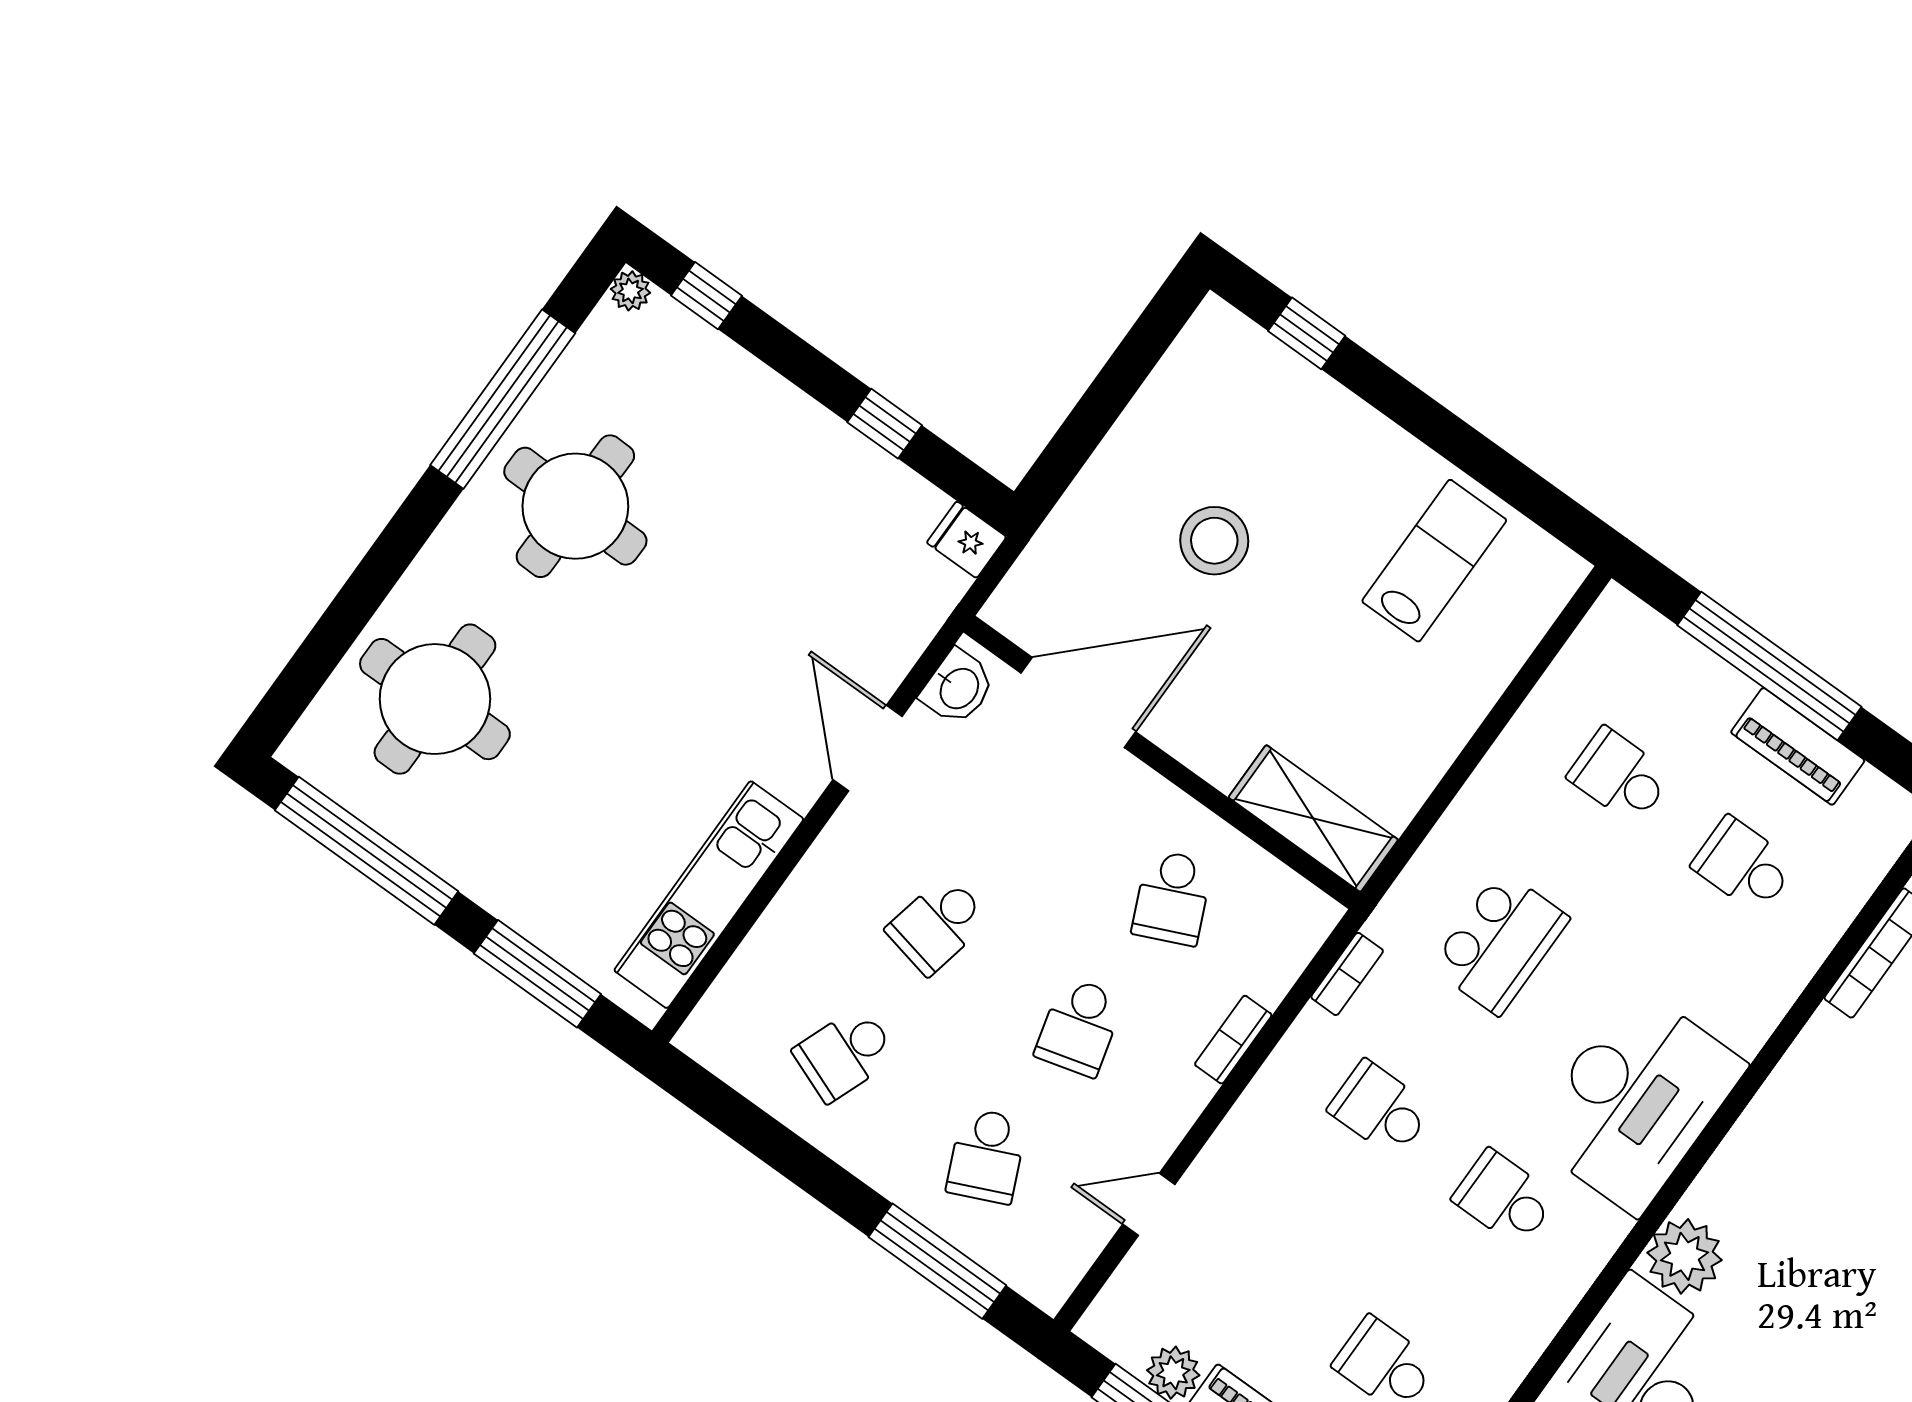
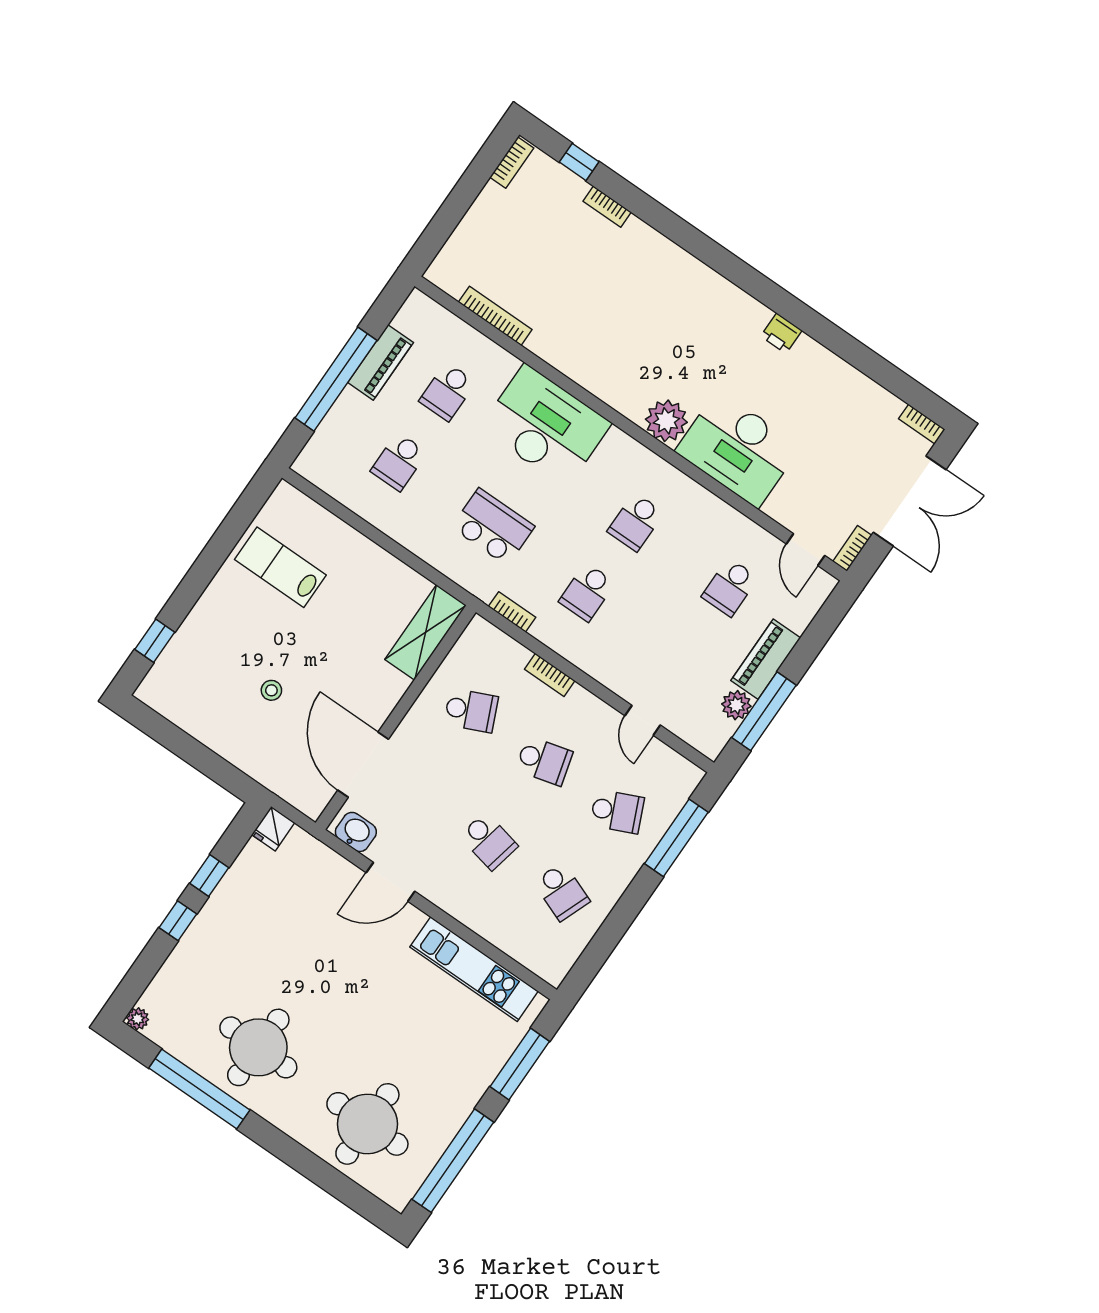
window: (707, 296) -> (178, 921), moved
stool: (1214, 541) -> (271, 690), width x0.53, depth x0.53
desk: (1636, 1101) -> (546, 426), moved

